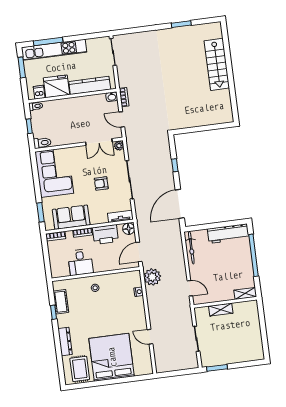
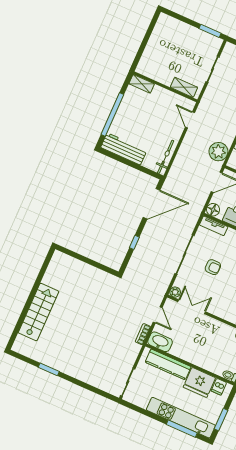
washbasin: (112, 97) -> (160, 342), width x1.91, depth x1.45
shelving: (221, 310) -> (184, 87), moved

